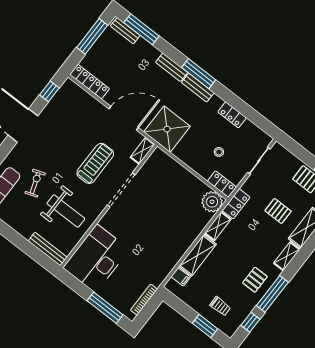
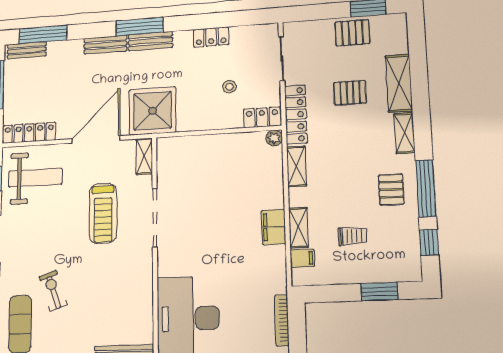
treadmill: (95, 163) -> (103, 213), turned 180
plant: (212, 202) -> (274, 138), width x0.53, depth x0.53
locker: (236, 204) -> (296, 114), width x1.53
weight bench: (66, 211) -> (35, 178), moved
filing cabinet: (179, 248) -> (274, 227), added
shelving: (198, 255) -> (298, 228), width x0.67, depth x0.75
trolley: (220, 306) -> (352, 236), moved

